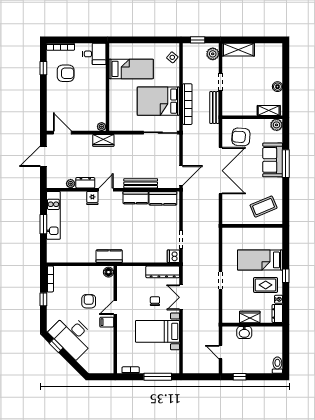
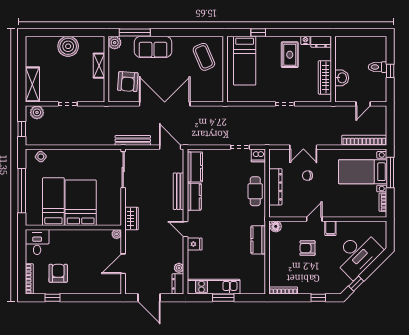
window: (141, 40) -> (22, 191), added
boiler: (277, 87) -> (68, 46), width x1.86, depth x1.86
bed: (158, 101) -> (81, 203), moved, turned 180
bookcase: (187, 104) -> (364, 140), moved
bench: (214, 107) -> (133, 140), moved
shelving: (269, 110) -> (99, 66), moved
door: (62, 133) -> (123, 264), moved
wardrobe: (103, 140) -> (132, 219), moved
window: (286, 164) -> (135, 32), moved
dresser: (85, 183) -> (178, 284), moved
cafe table: (141, 253) -> (255, 191), added
kitchen counter: (109, 256) -> (258, 240), moved
bed: (260, 260) -> (245, 61), moved
dresser: (163, 272) -> (275, 187), moved
window: (286, 276) -> (258, 32), moved
window: (43, 299) -> (318, 298), moved
door: (115, 307) -> (314, 219), swing flipped
wardrobe: (250, 317) -> (325, 77), width x1.50
bed with nightstands: (157, 331) -> (363, 172), moved, turned 90
desk: (72, 336) -> (357, 254), moved
toilet: (277, 365) -> (377, 67), moved
window: (240, 377) -> (390, 71), moved

